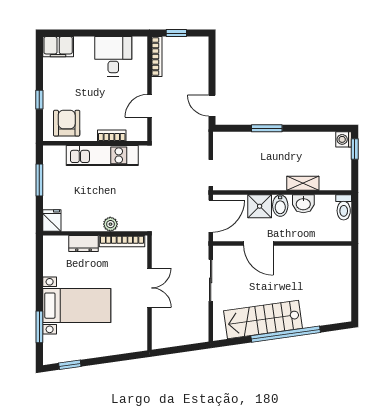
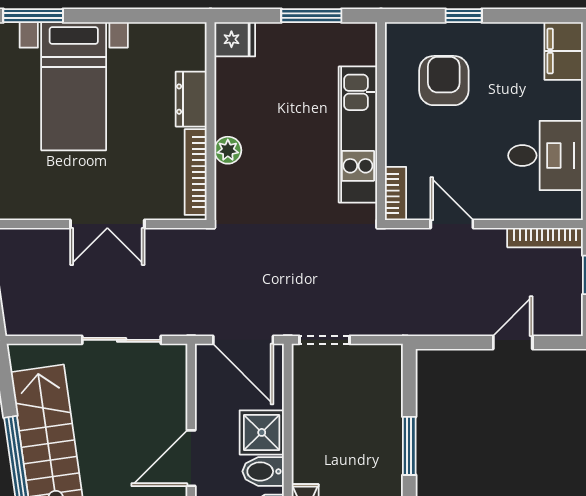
door: (212, 106) -> (513, 342), moved
armchair: (67, 123) -> (444, 81), moved, turned -90
bookcase: (112, 136) -> (395, 194), moved
door: (258, 244) -> (191, 458), moved

